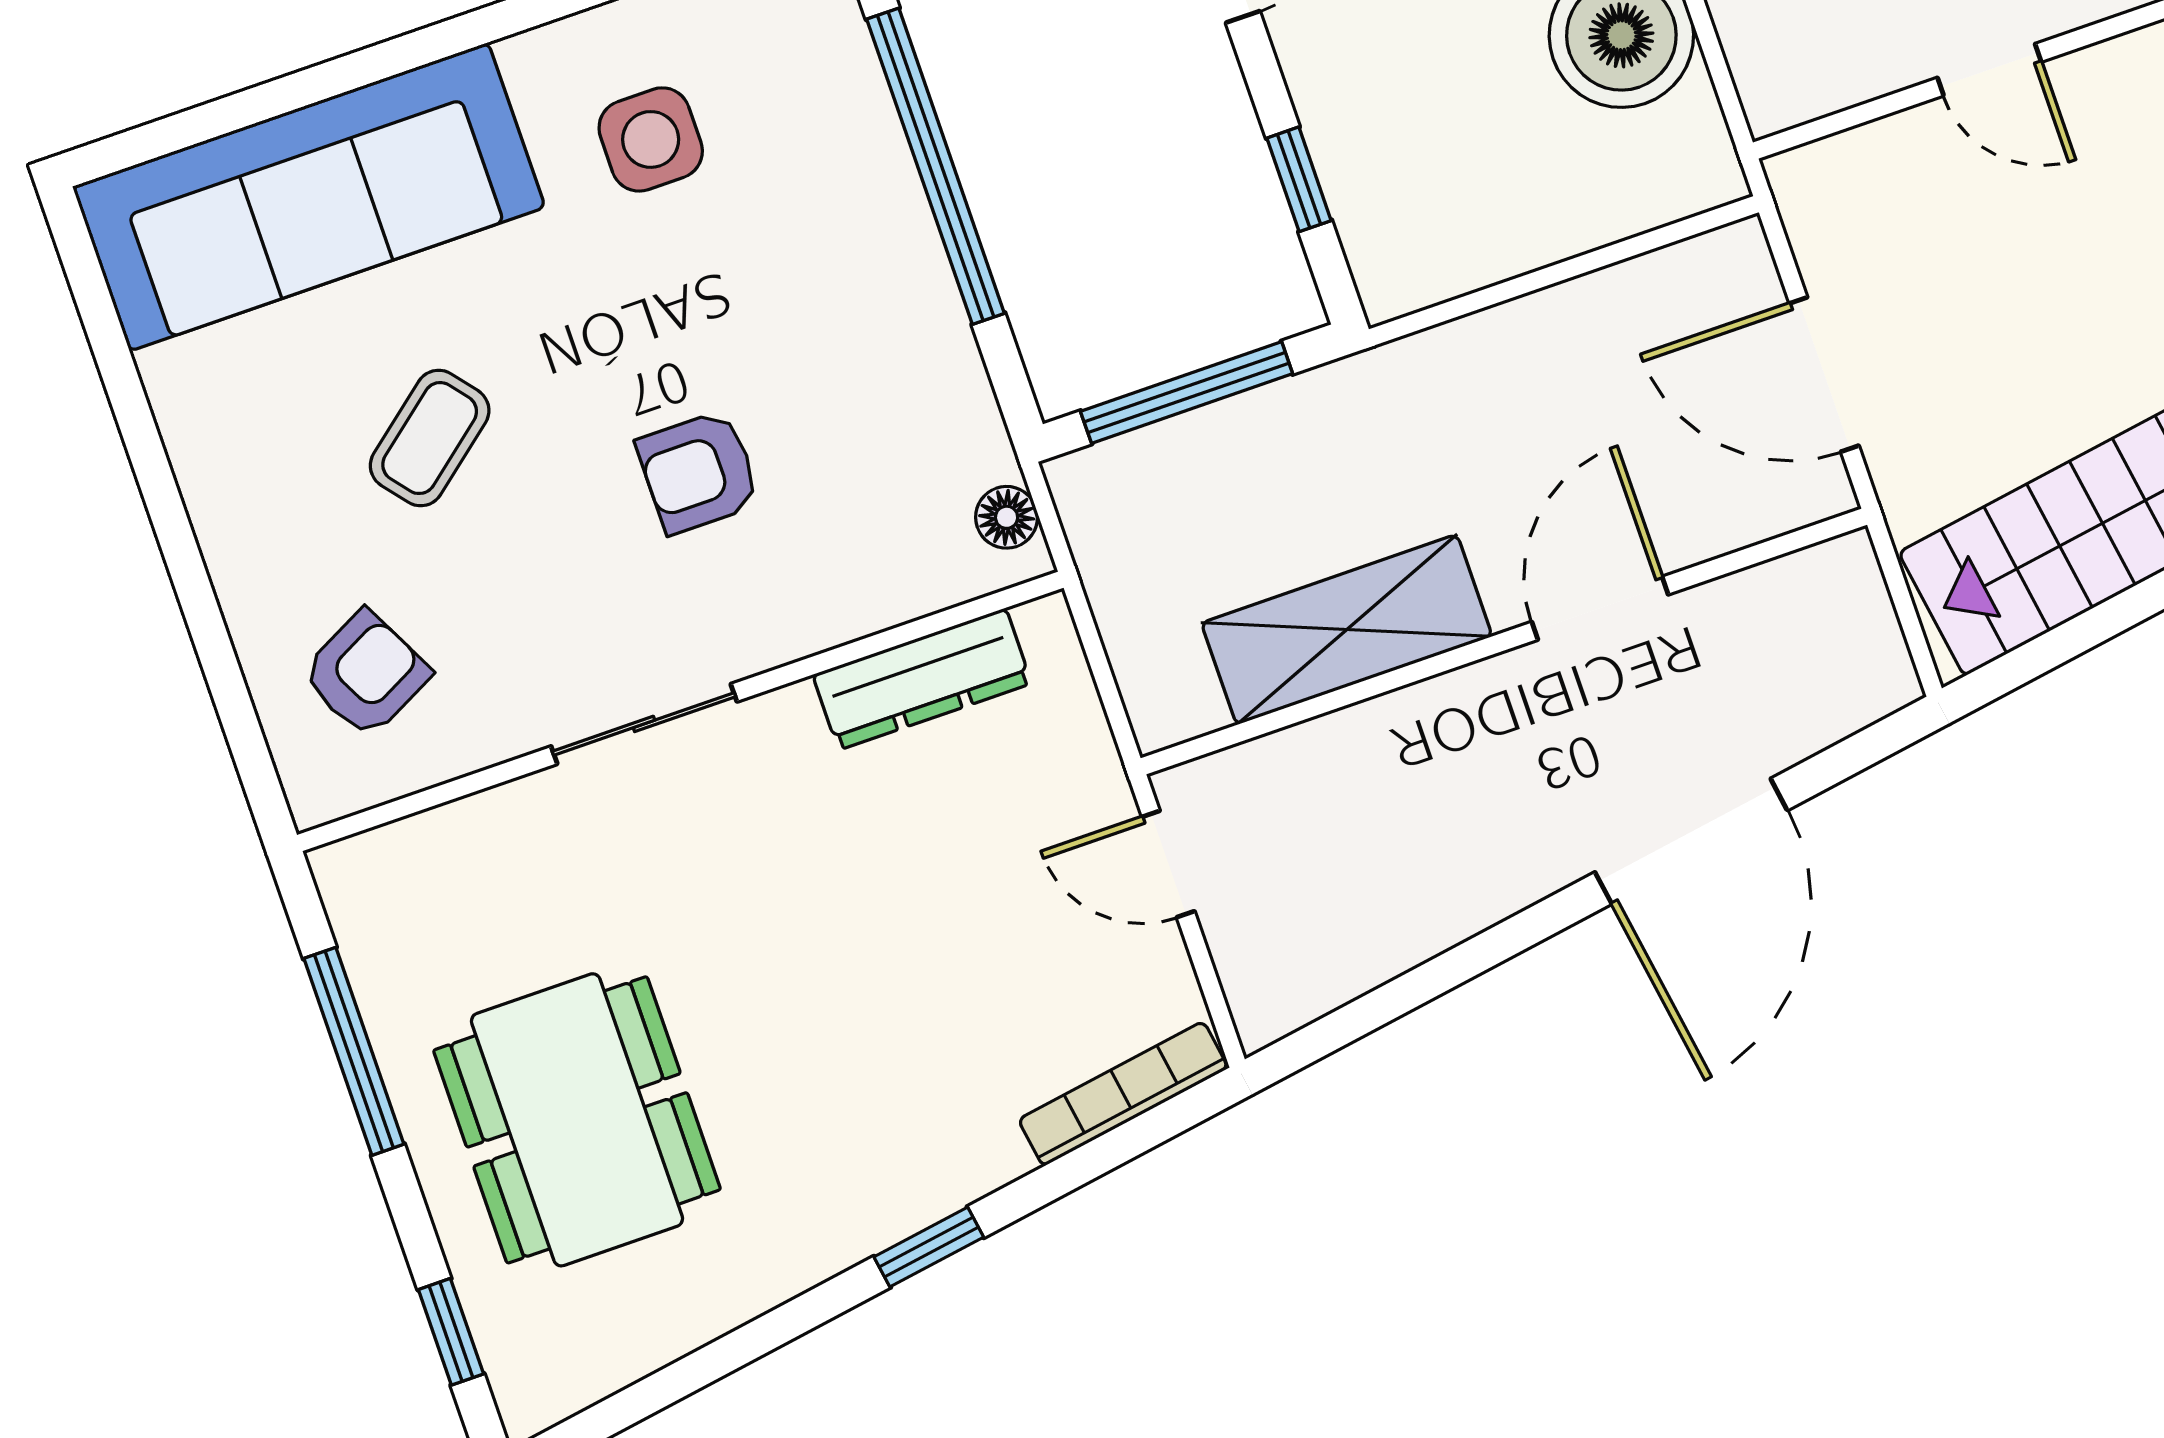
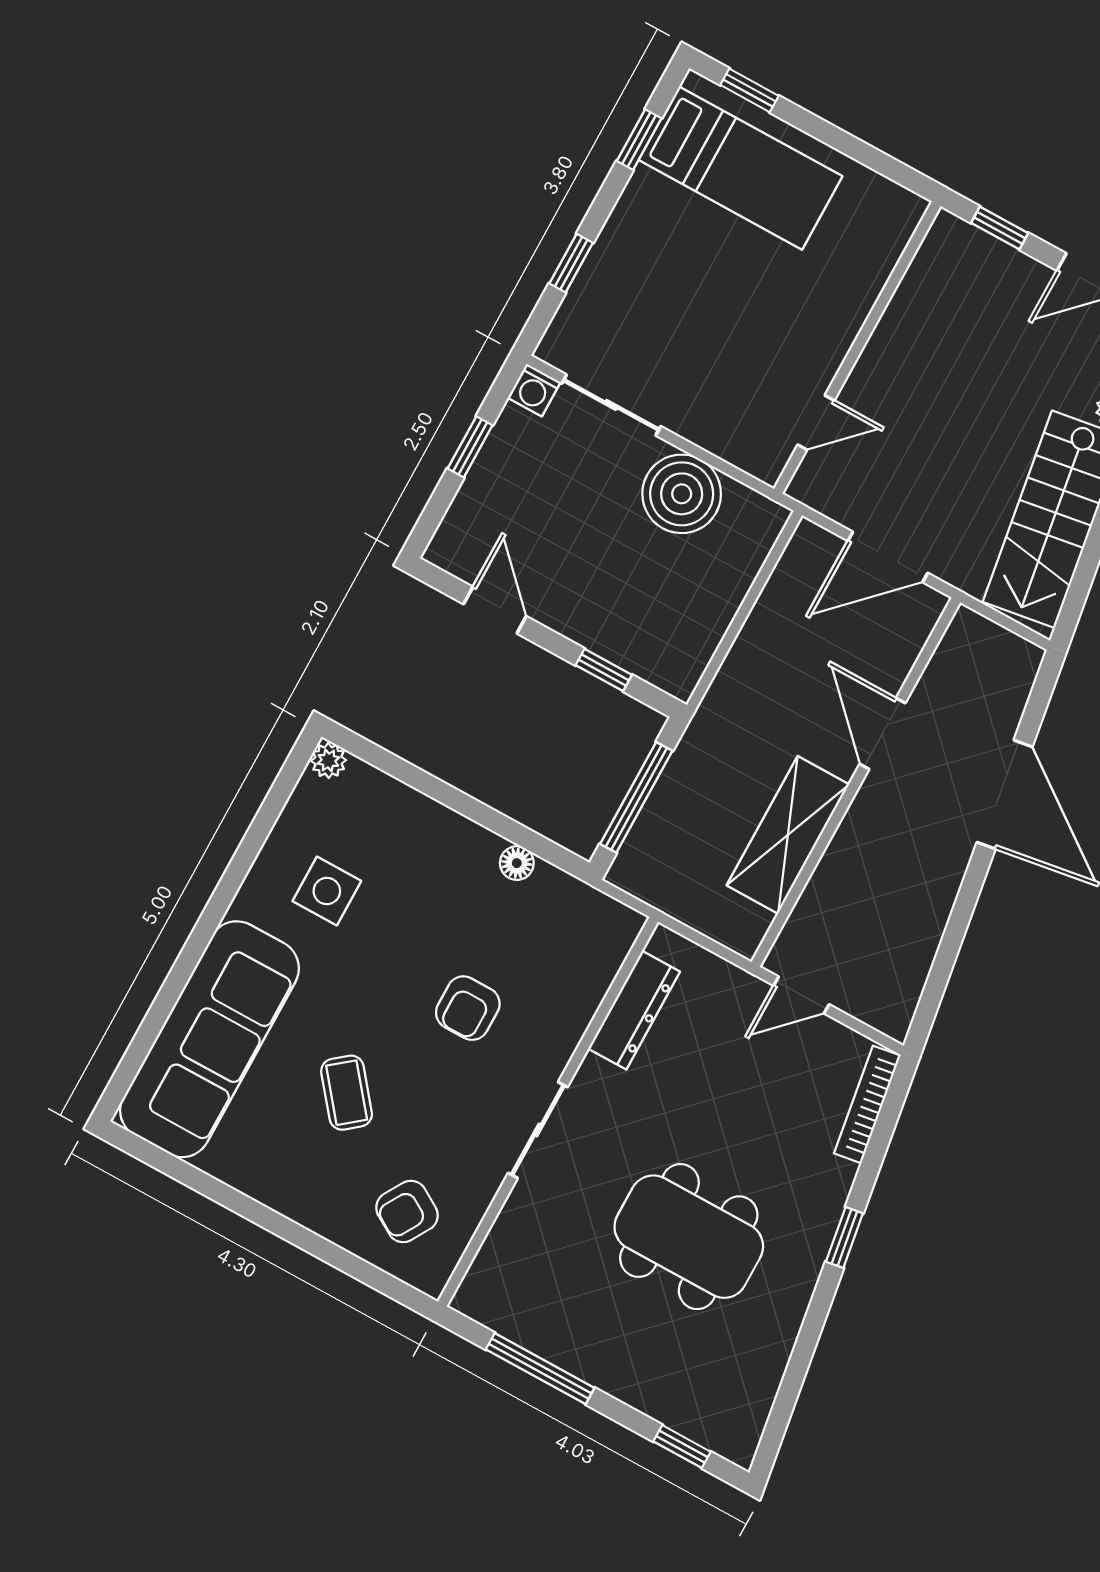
door: (1989, 70) -> (816, 423), moved
window: (936, 166) -> (452, 798), removed
floor lamp: (1007, 517) -> (517, 863), moved
armchair: (366, 674) -> (407, 1211), turned -122
dining table: (577, 1120) -> (689, 1237), moved

